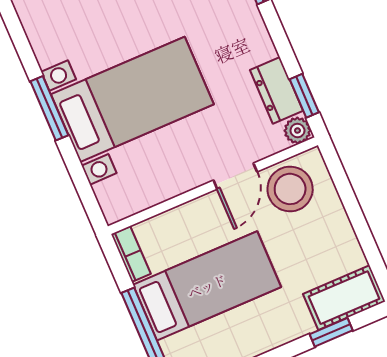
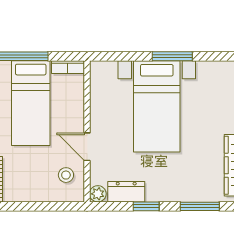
window: (304, 96) -> (146, 206), moved
stool: (290, 189) -> (66, 175), width x0.53, depth x0.53

